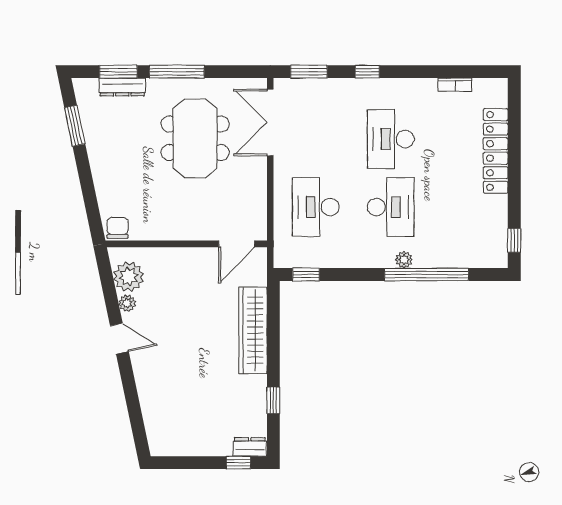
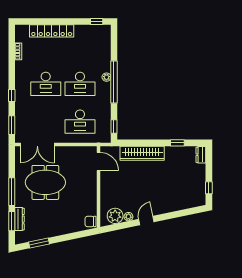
desk: (391, 207) -> (80, 84), turned 180
window: (427, 275) -> (114, 82), moved
window: (238, 463) -> (209, 188), moved

